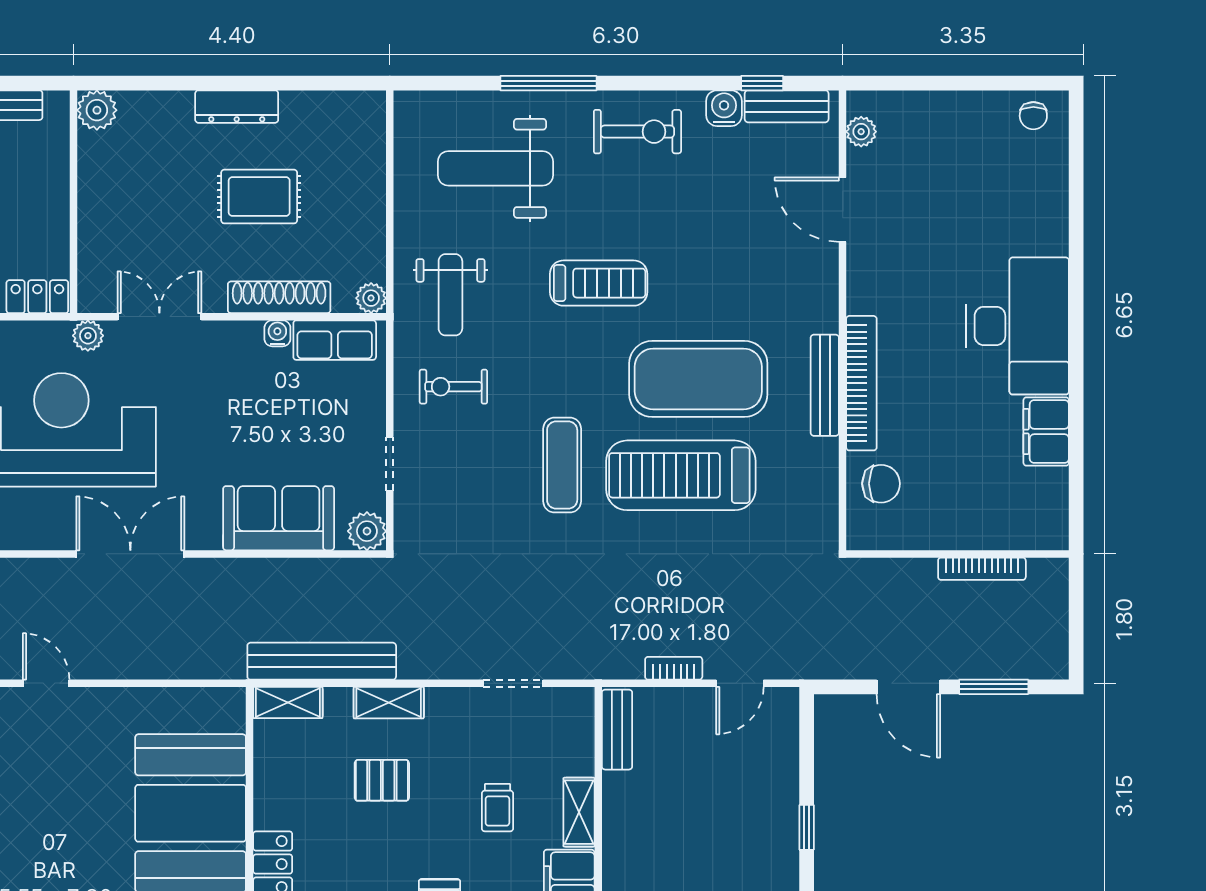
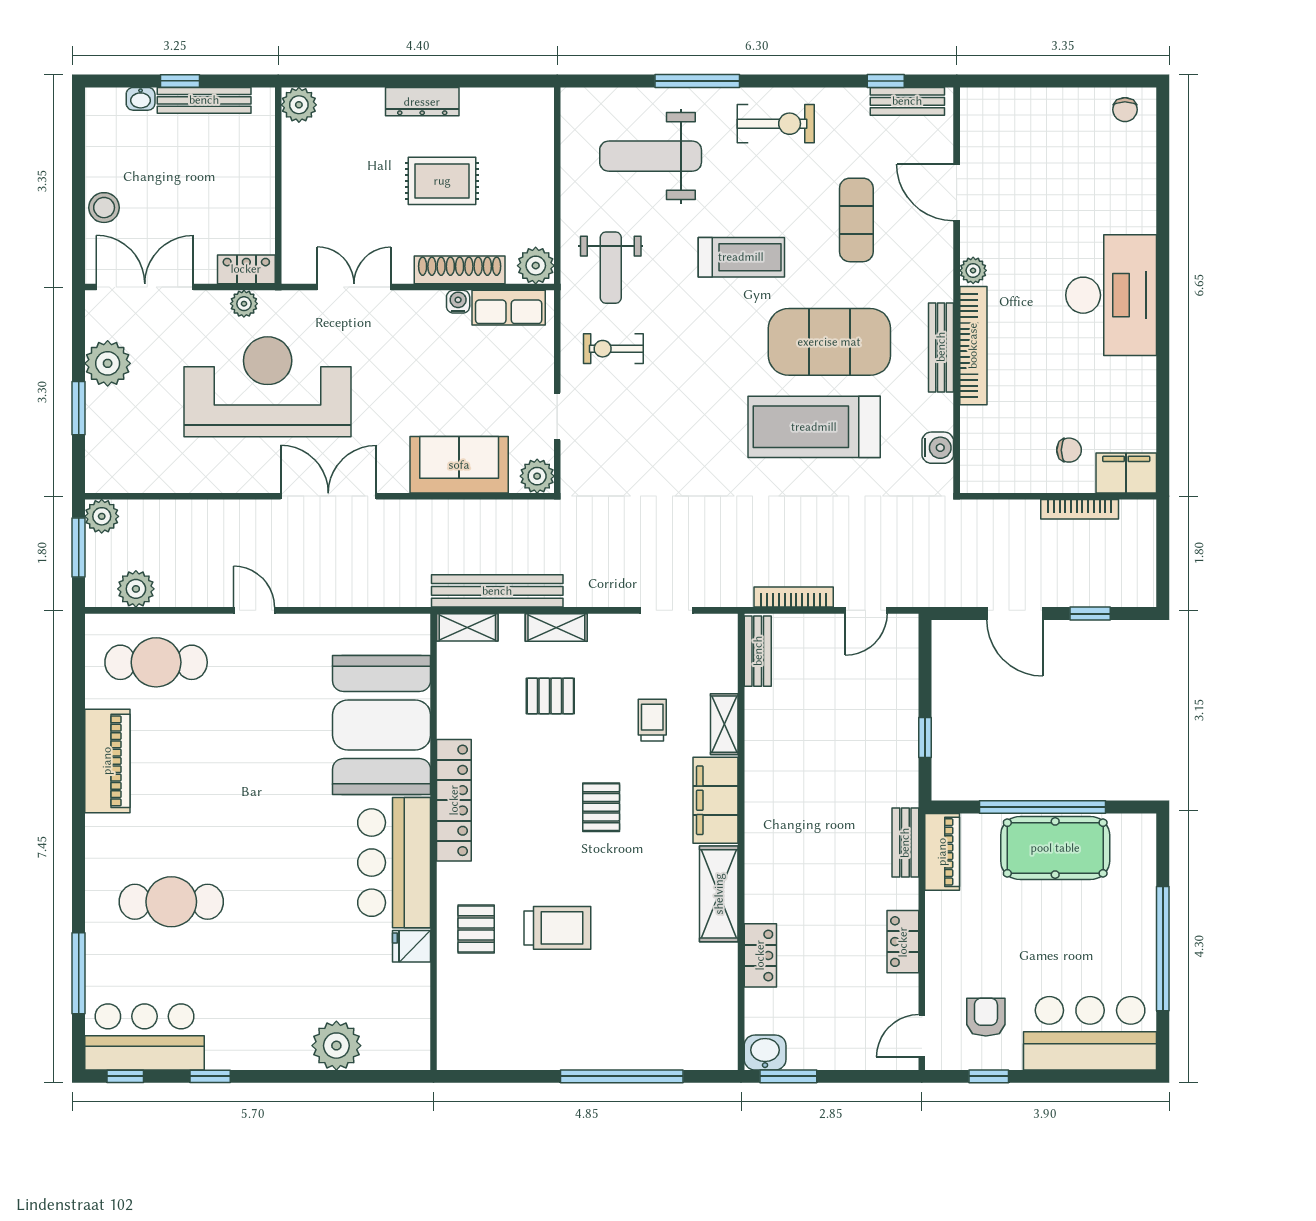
water cooler: (724, 108) -> (938, 448), moved, turned 90
plant: (861, 132) -> (973, 270), moved
plant: (371, 298) -> (536, 266), width x1.38, depth x1.38
plant: (88, 336) -> (244, 304), moved
filing cabinet: (1046, 432) -> (1126, 473), moved, turned 90
exercise mat: (562, 465) -> (856, 220), moved
chair: (881, 484) -> (1069, 450), moved, width x0.73, depth x0.73
bookcase: (674, 668) -> (794, 597), width x1.56
window: (994, 687) -> (1090, 614), width x0.67
trolley: (497, 808) -> (652, 720), turned 180

